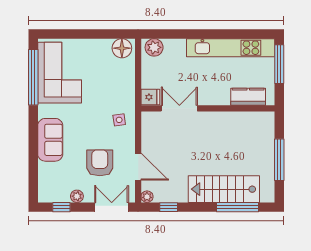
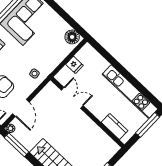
plant: (154, 47) -> (90, 53), removed
fridge: (150, 97) -> (74, 65), moved
window: (169, 207) -> (17, 145), width x2.17

